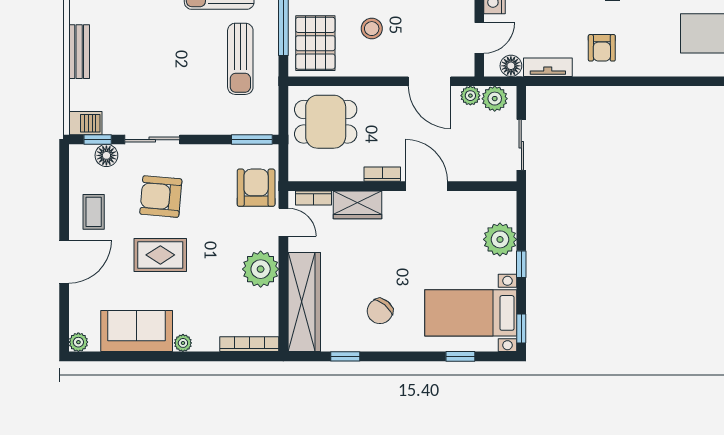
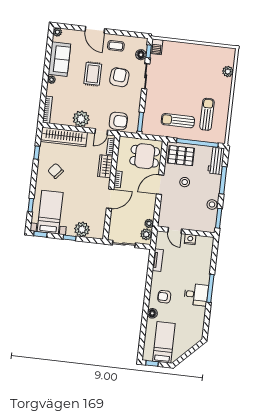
armchair: (602, 48) -> (164, 297), moved
bench: (79, 52) -> (190, 48), removed
floor lamp: (511, 66) -> (152, 313), moved
door: (430, 81) -> (160, 185), moved
dining table: (326, 122) -> (145, 156), turned 90

